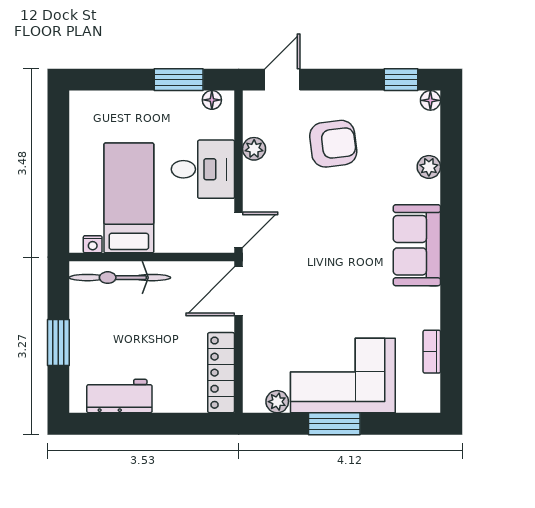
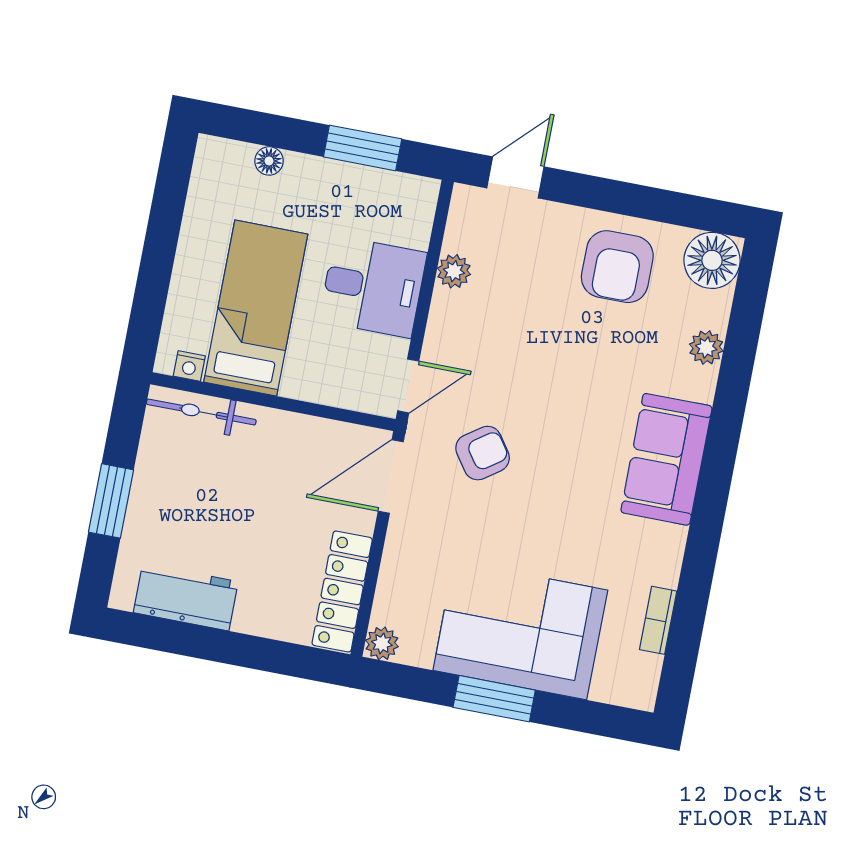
window: (401, 80) -> (690, 211), removed
floor lamp: (212, 100) -> (269, 161), moved
floor lamp: (430, 100) -> (712, 260), width x1.89, depth x1.89
armchair: (333, 144) -> (617, 267), moved, turned 97
armchair: (296, 264) -> (483, 453), added
bicycle: (120, 278) -> (201, 412), width x0.73, depth x0.71
plant: (277, 402) -> (382, 643), moved

